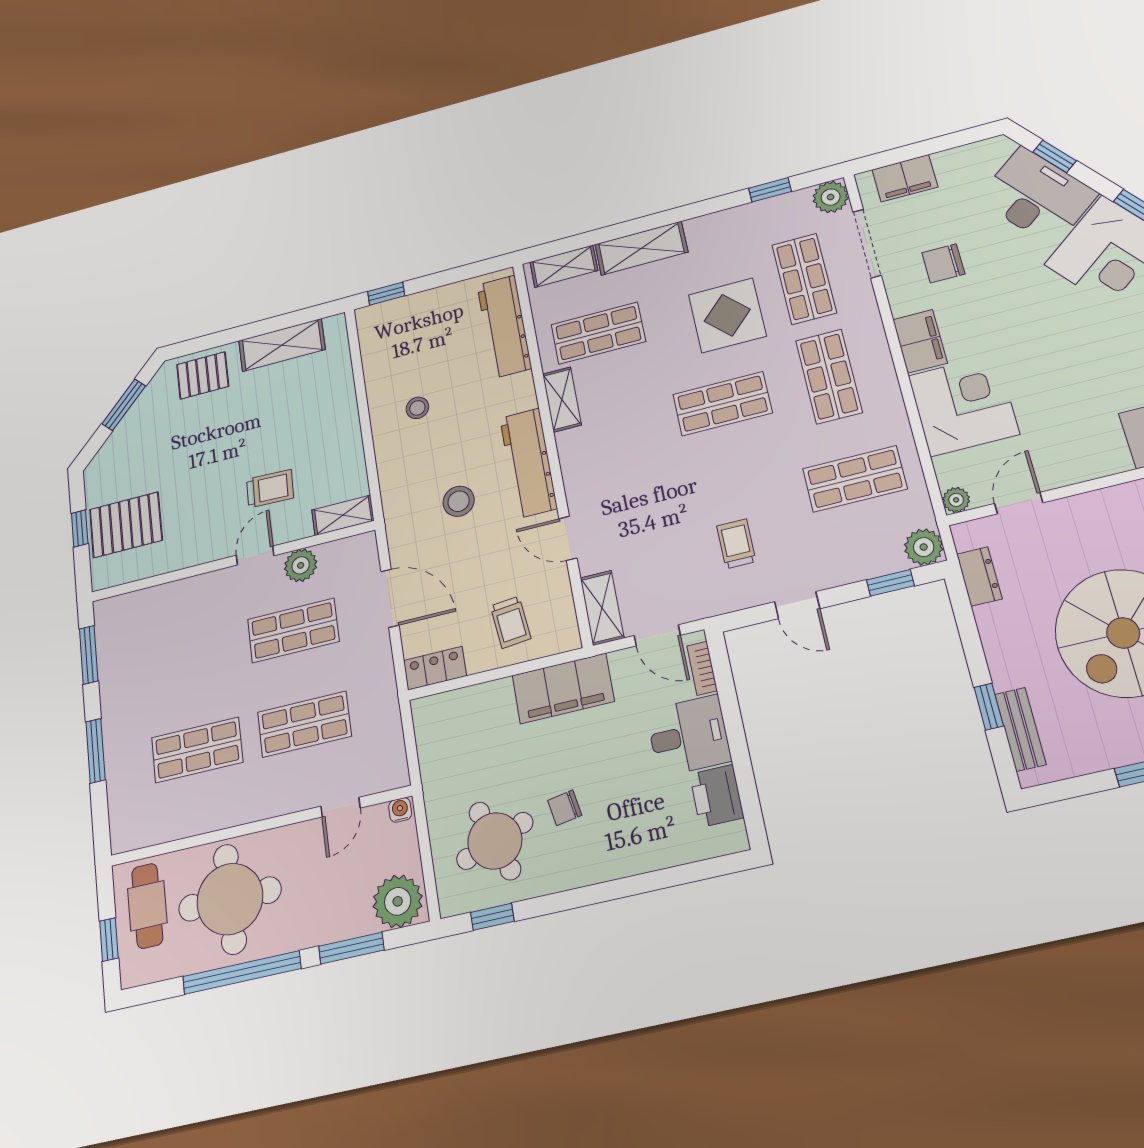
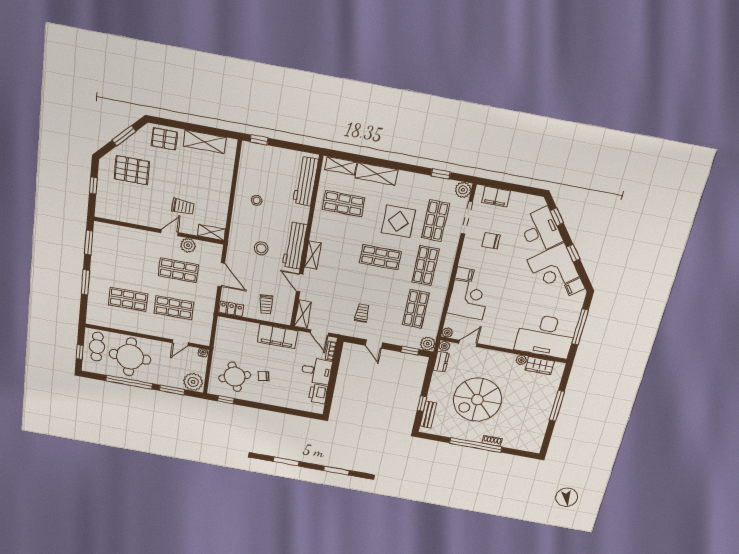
filing cabinet: (920, 341) -> (464, 274), width x0.50
shelving: (562, 399) -> (313, 255), moved
shop shelf: (855, 479) -> (416, 309), turned 90
pallet: (126, 525) -> (132, 170), moved
plant: (966, 535) -> (444, 346), added

